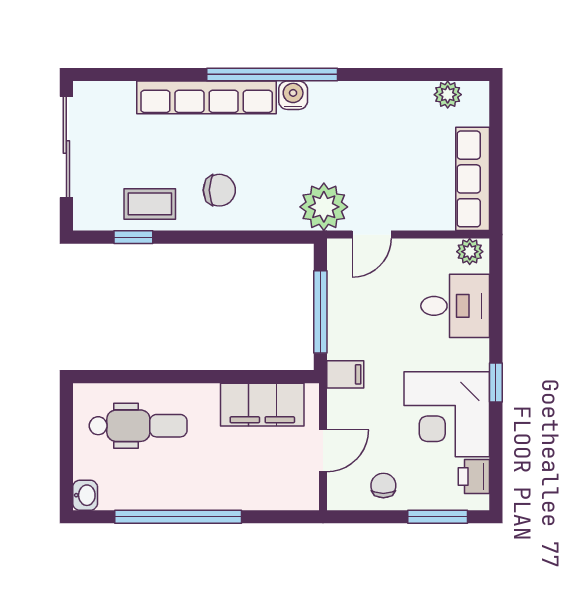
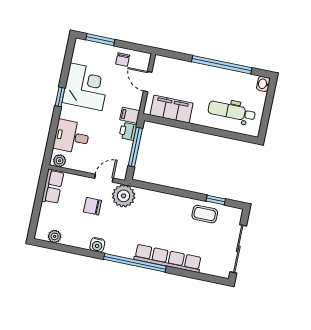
water cooler: (293, 95) -> (97, 245), moved
row of seats: (473, 179) -> (53, 187), width x0.68
chair: (219, 190) -> (93, 206), moved
door: (323, 451) -> (148, 82), hinge flipped
printer: (474, 476) -> (128, 131), moved, turned 180

